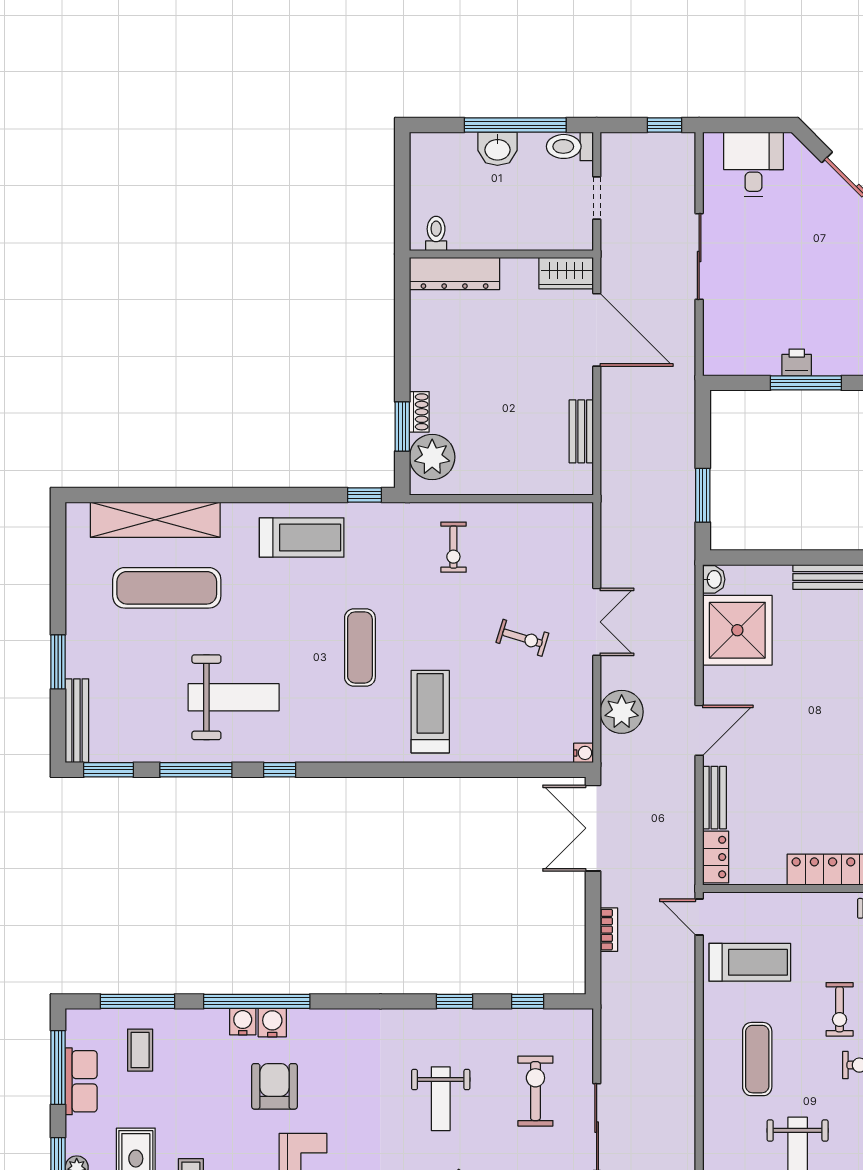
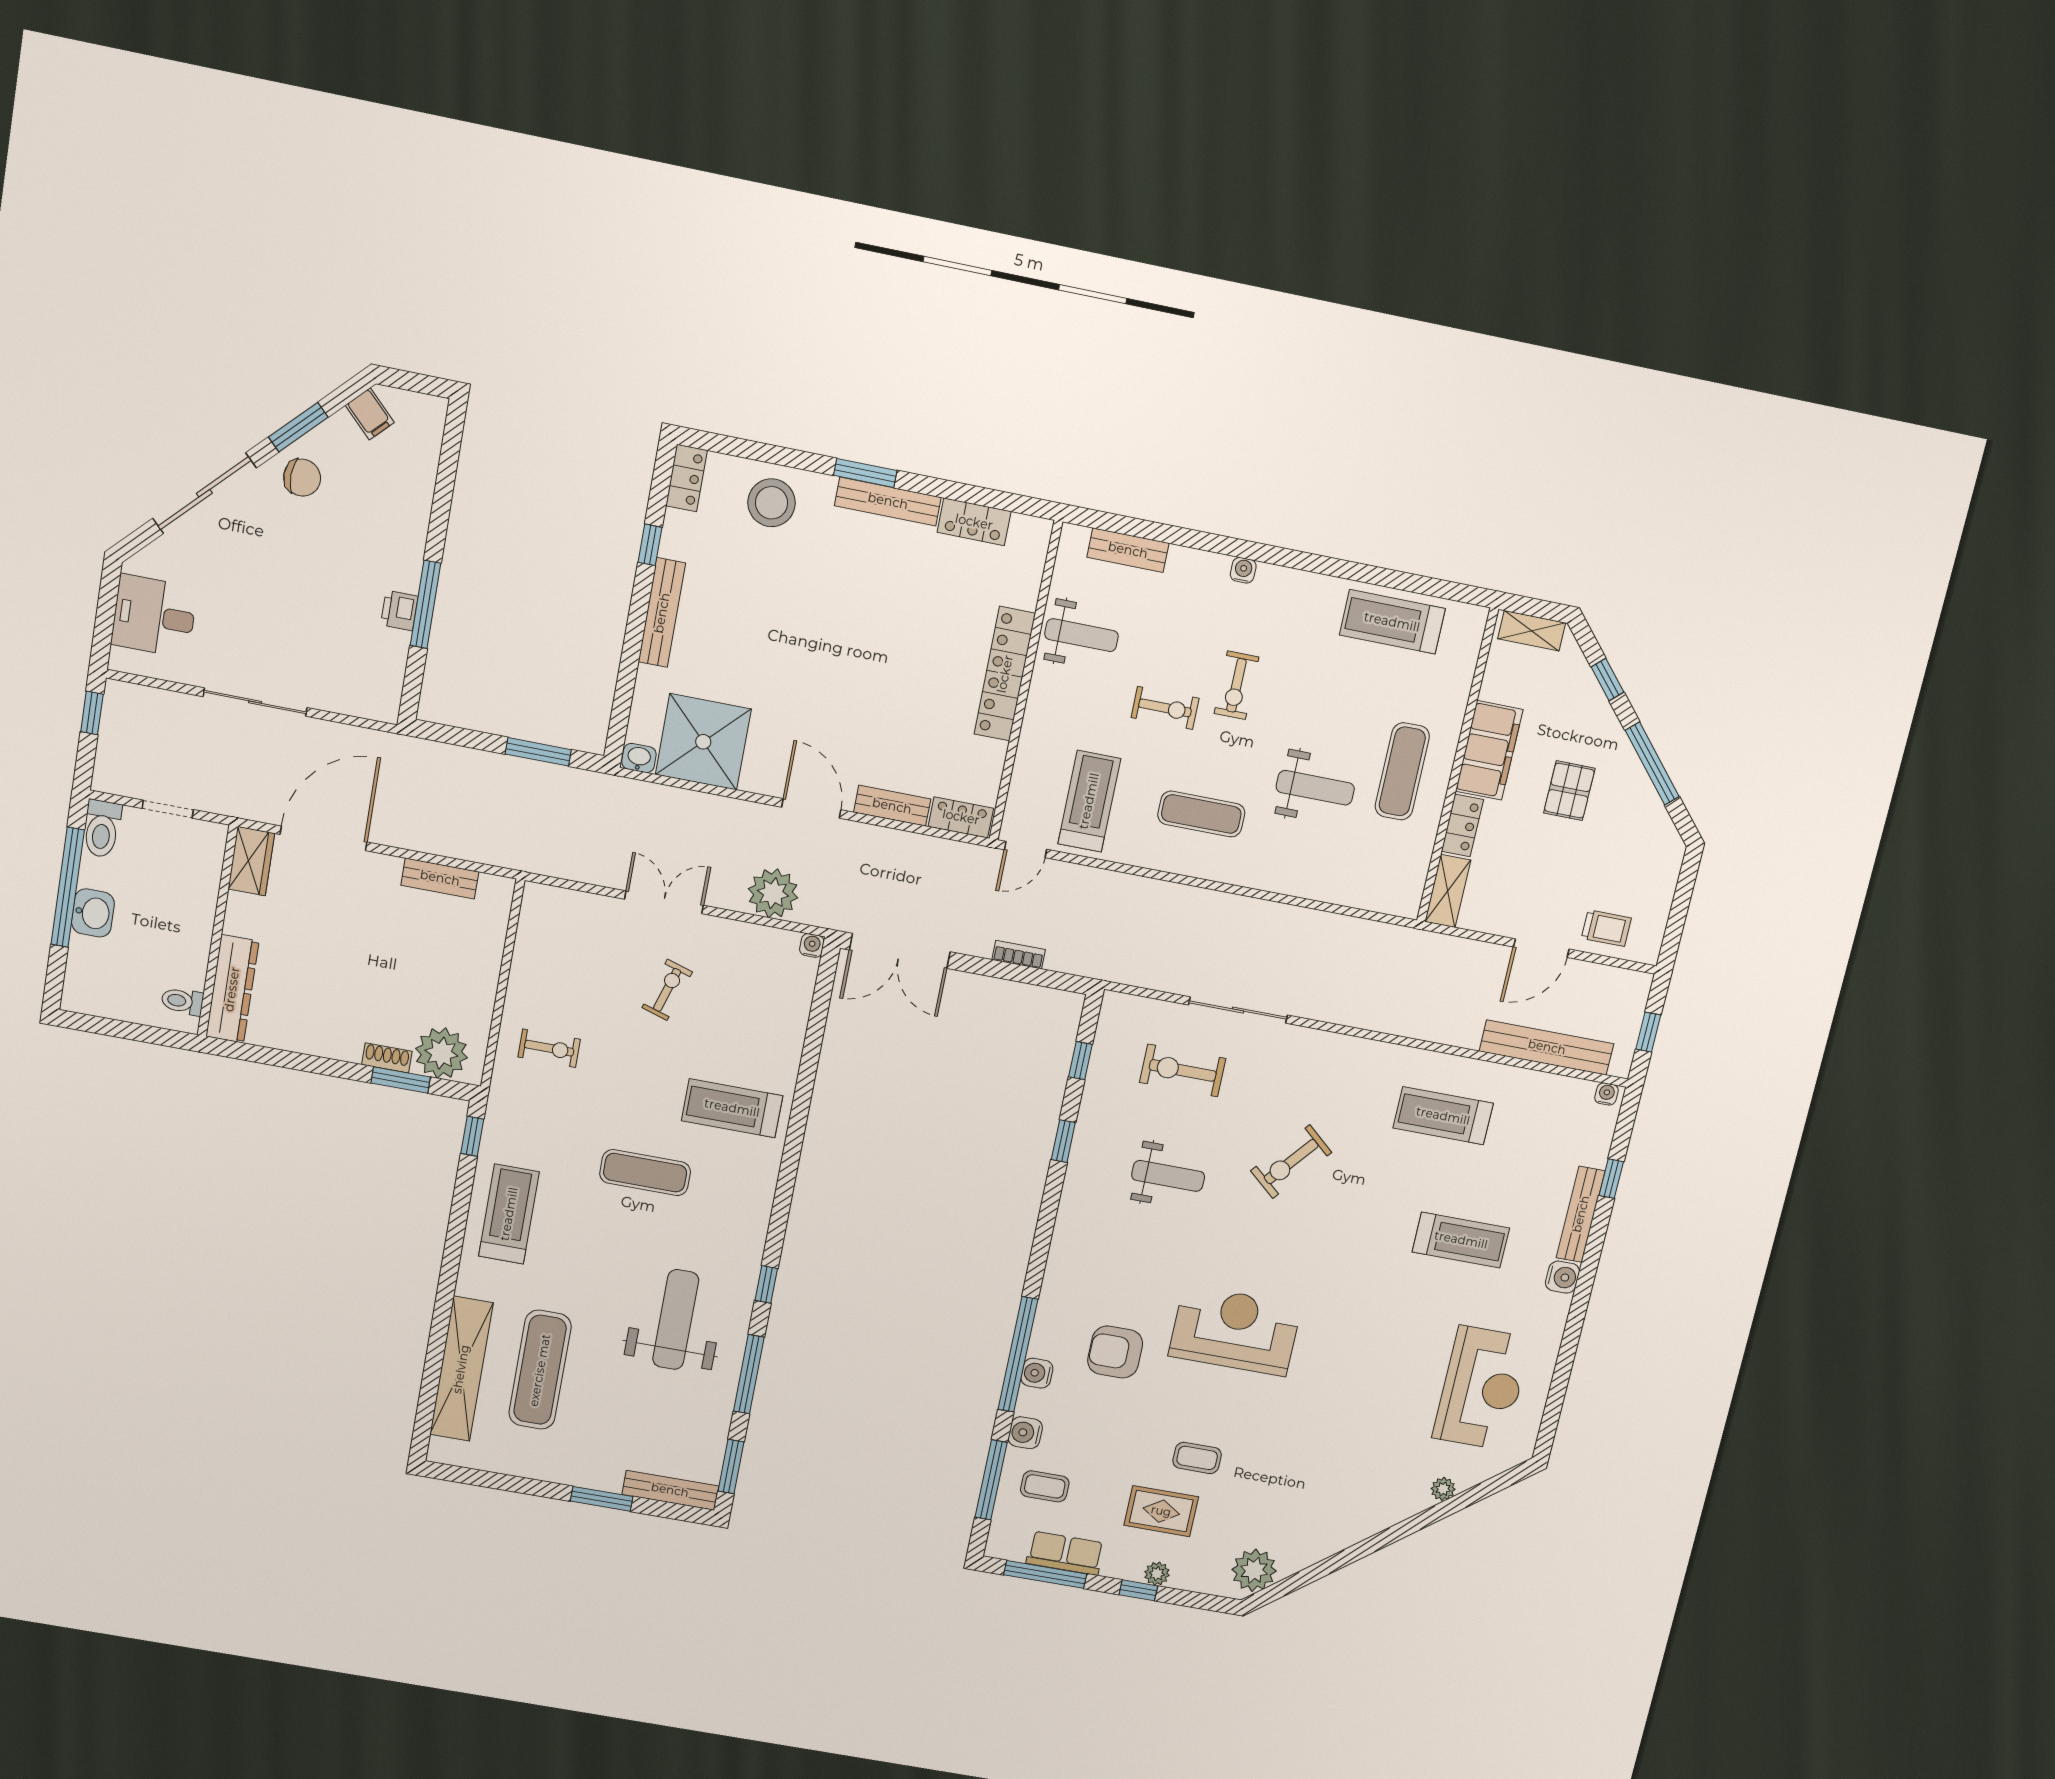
water cooler: (272, 1023) -> (1025, 1433), moved

